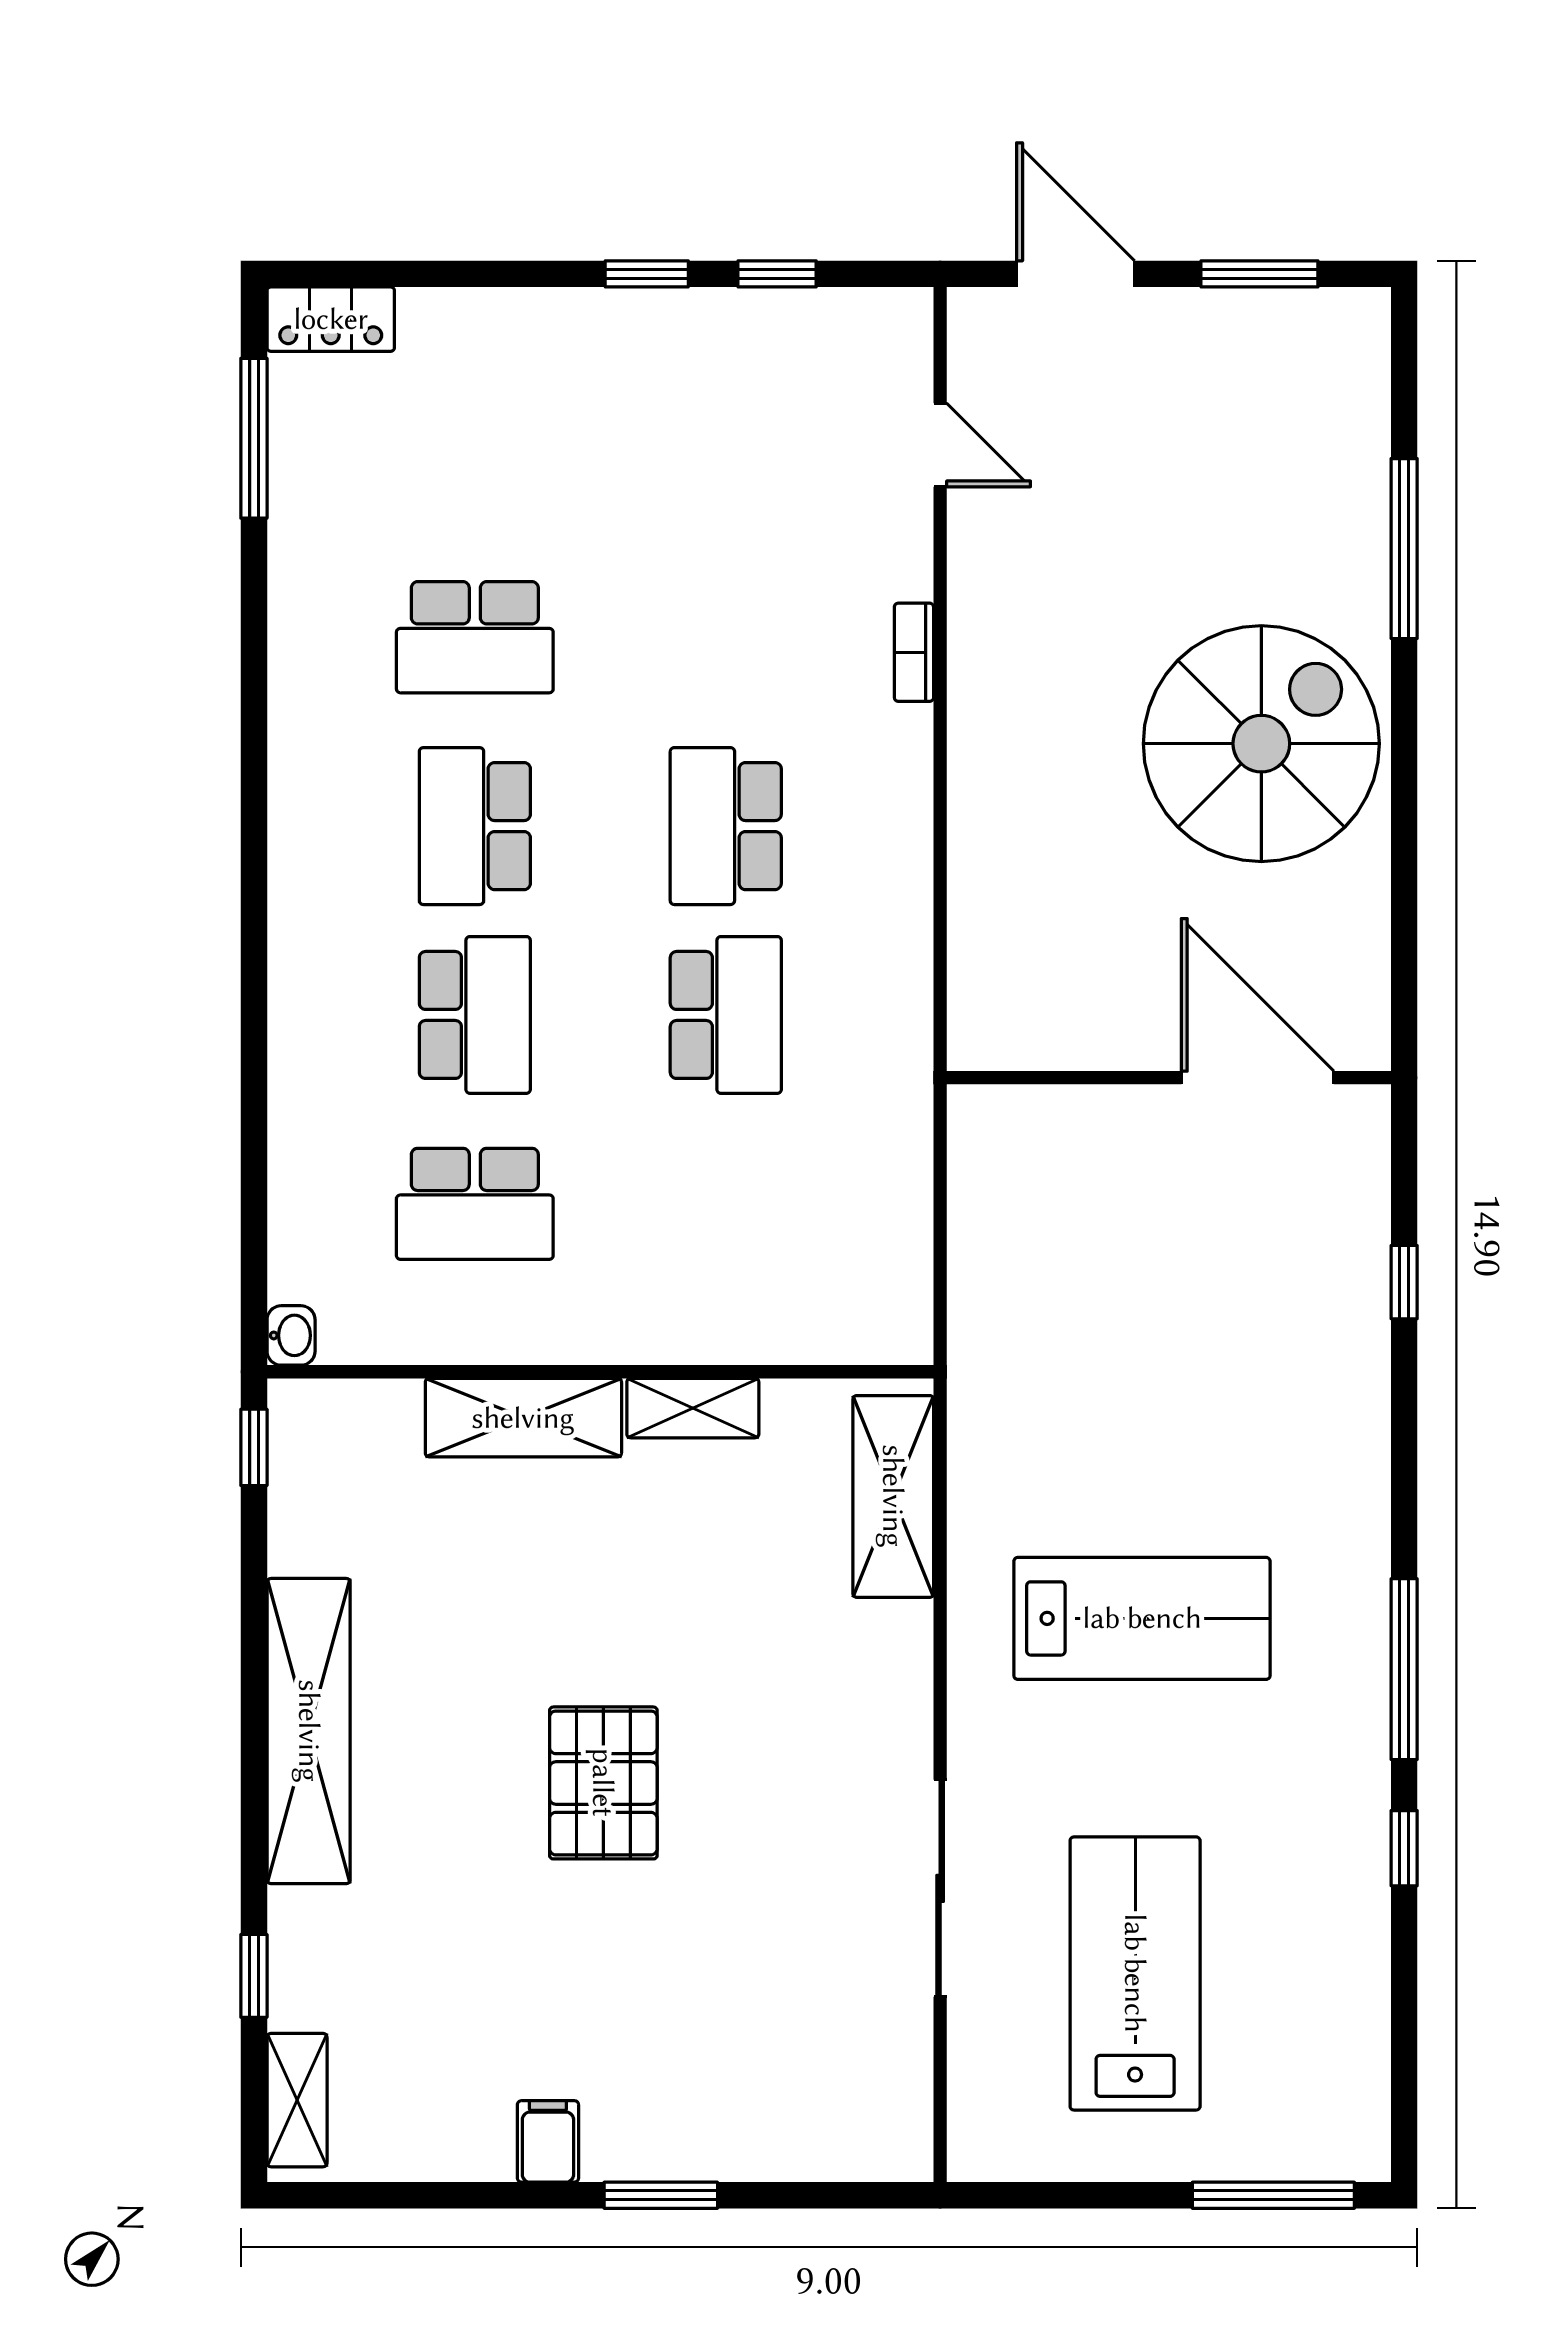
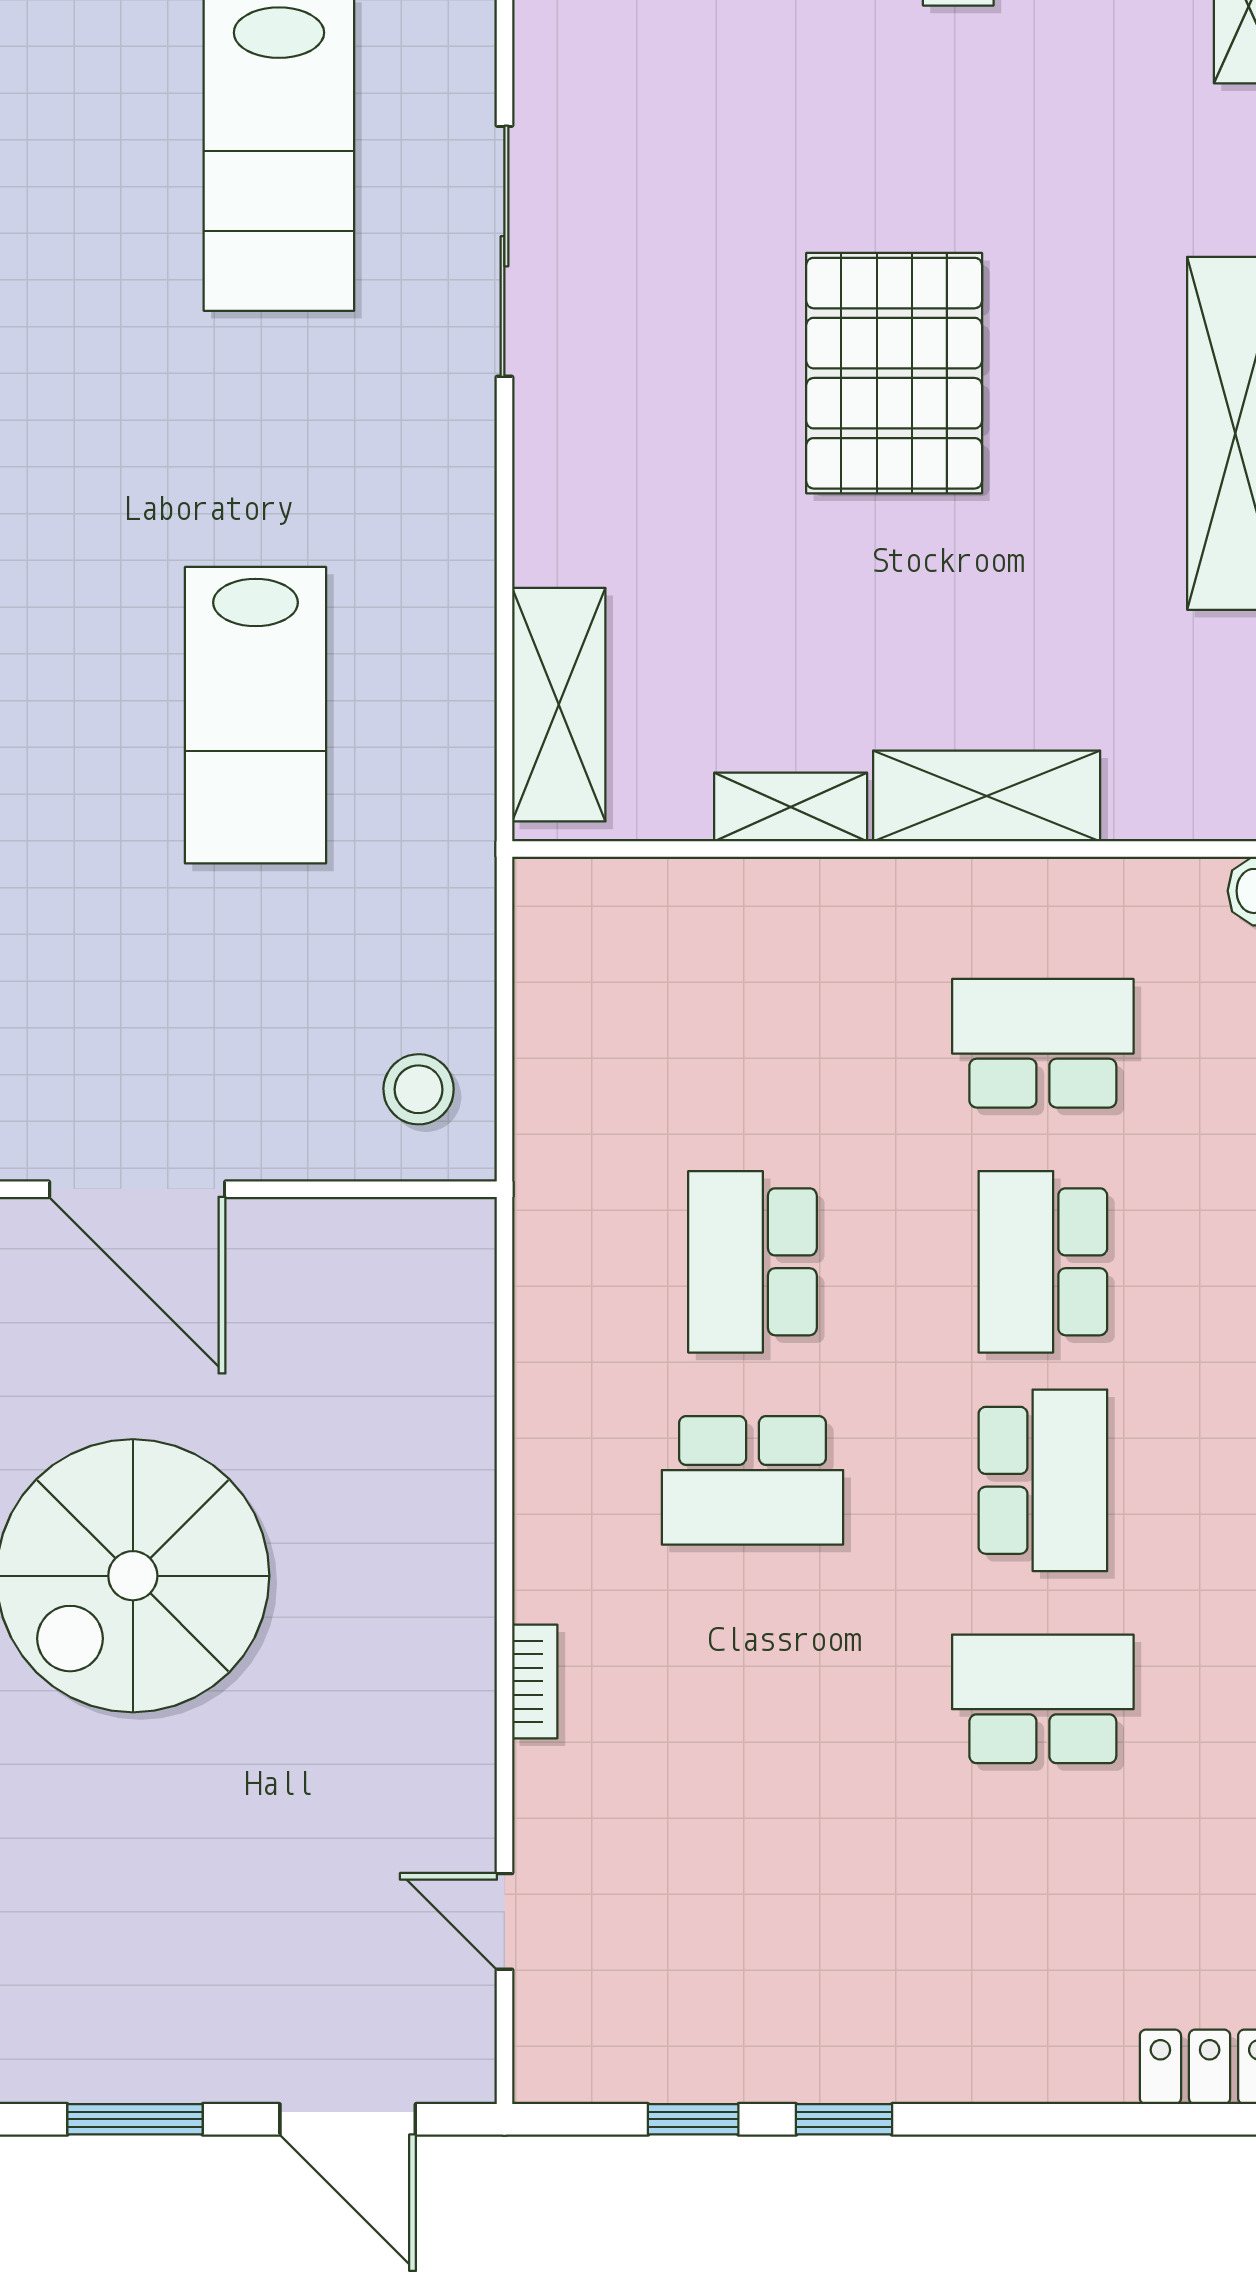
school desk: (726, 826) -> (753, 1480), turned 90
stool: (1014, 1164) -> (419, 1089), added
lab bench: (1142, 1618) -> (256, 715), moved, turned -90
pallet: (603, 1783) -> (894, 373), width x1.37, depth x1.41

